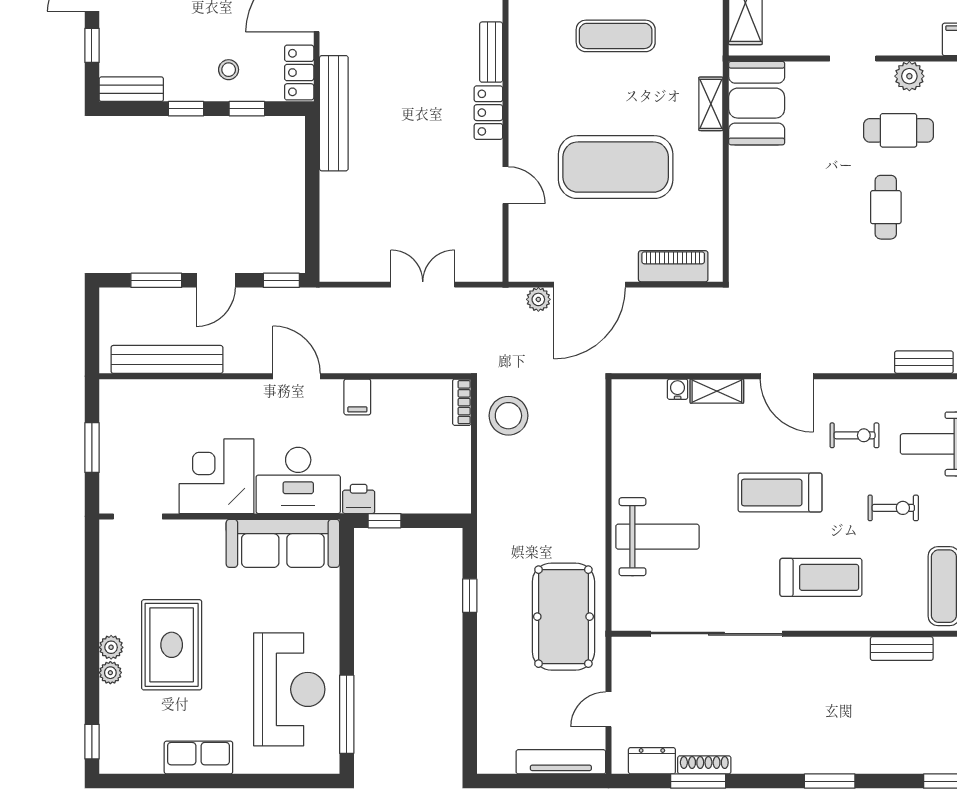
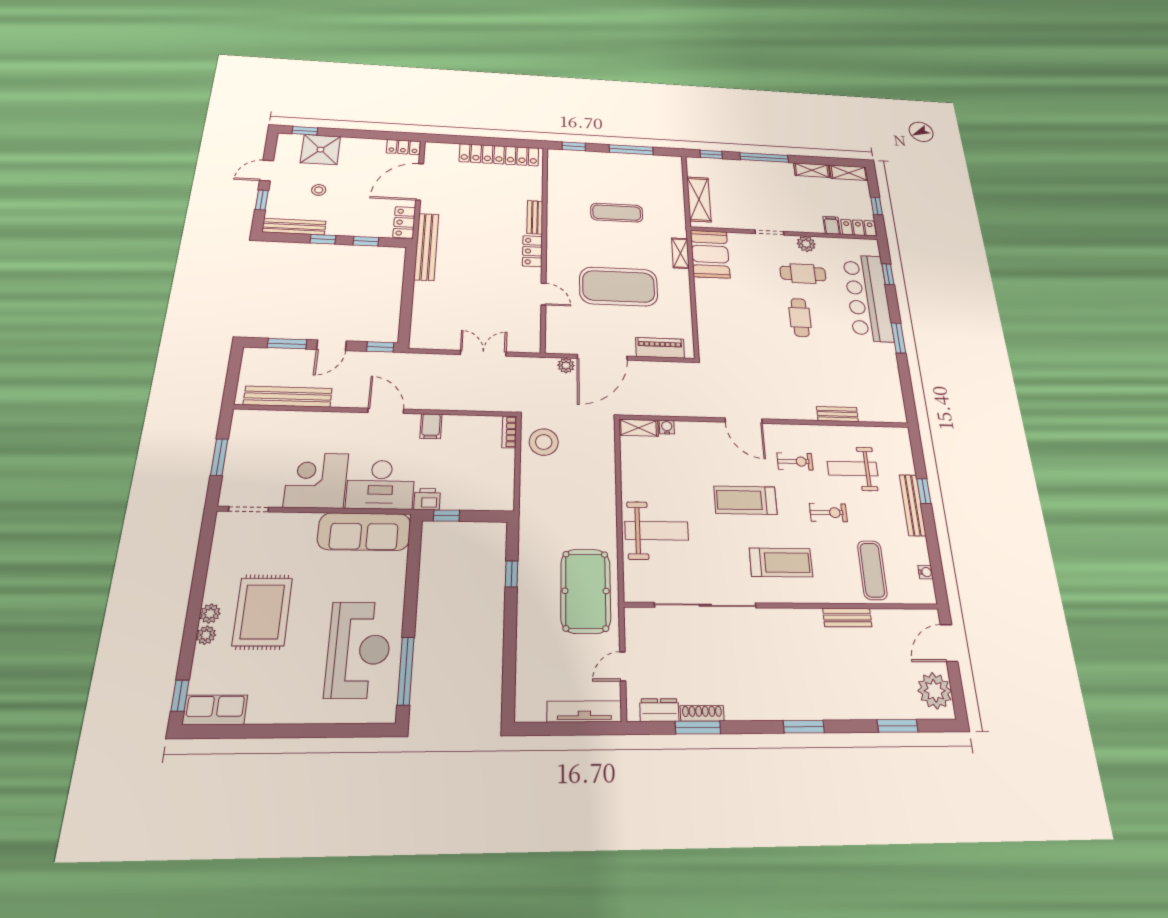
stool: (229, 70) -> (319, 190), moved
bench: (131, 89) -> (294, 227), width x1.36
shelving: (717, 391) -> (639, 428), moved
row of seats: (198, 758) -> (215, 710), moved

